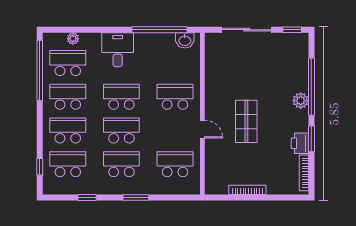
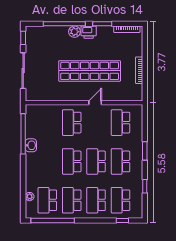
washbasin: (185, 40) -> (31, 145), moved
desk: (118, 50) -> (38, 164), removed
shop shelf: (246, 121) -> (90, 71), width x2.00, depth x1.36
printer: (300, 143) -> (89, 32), moved

